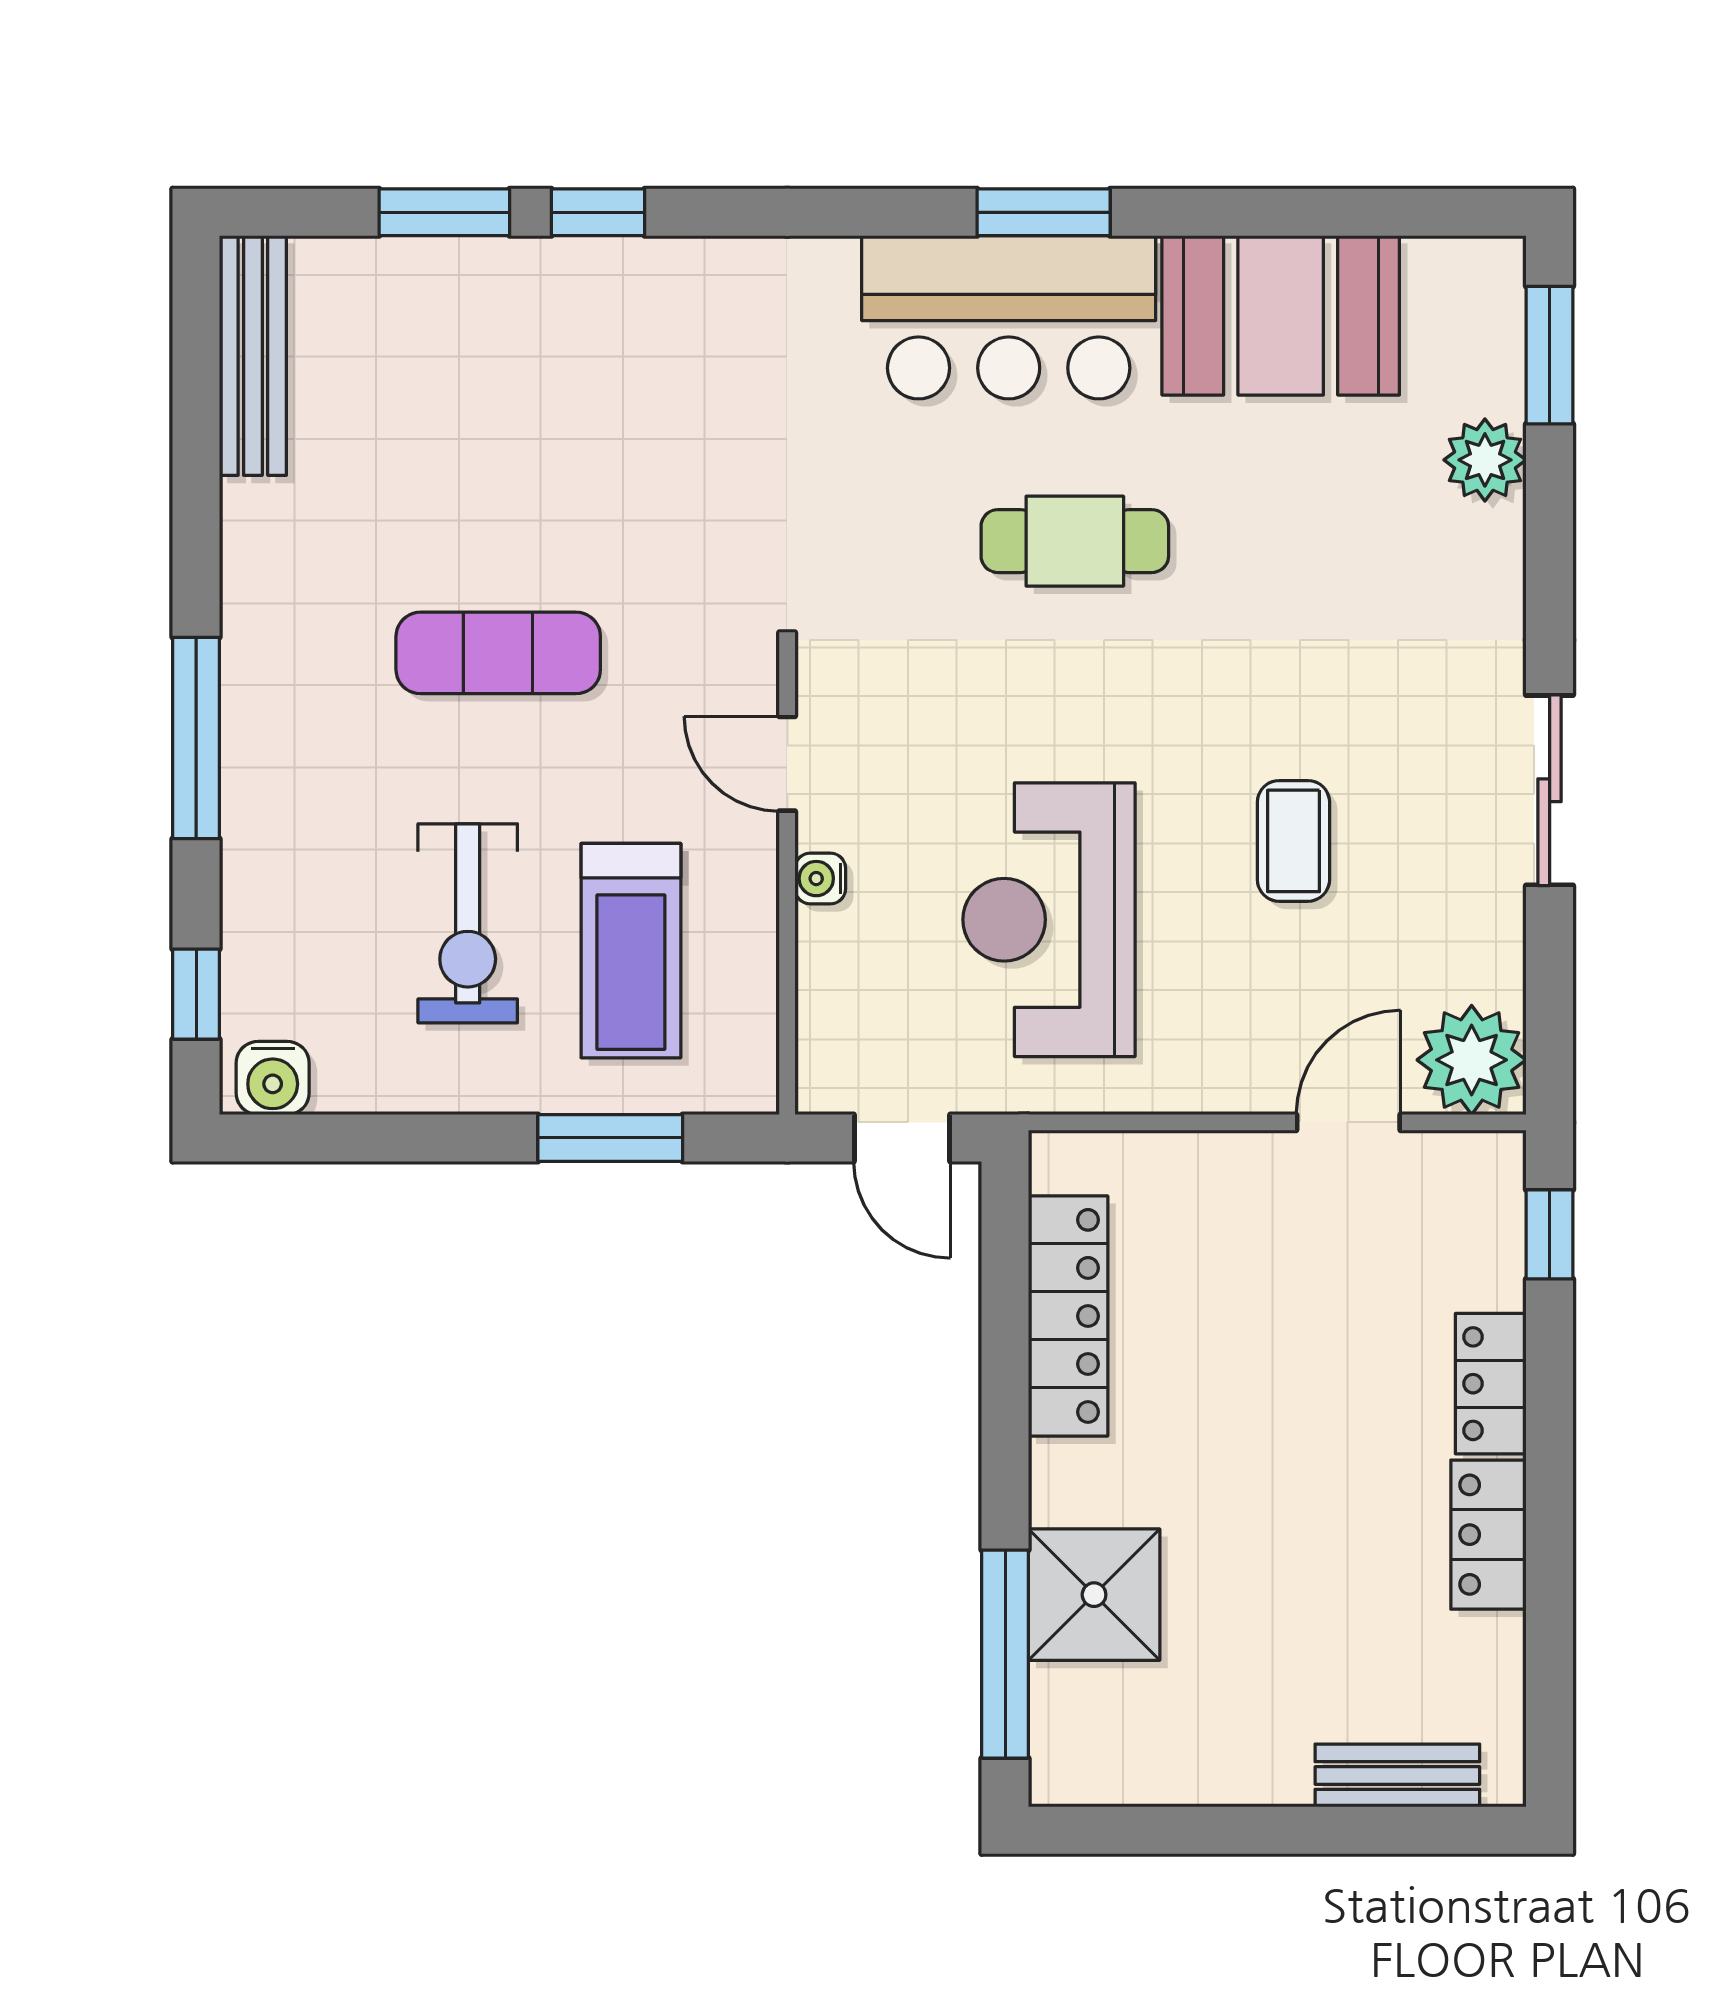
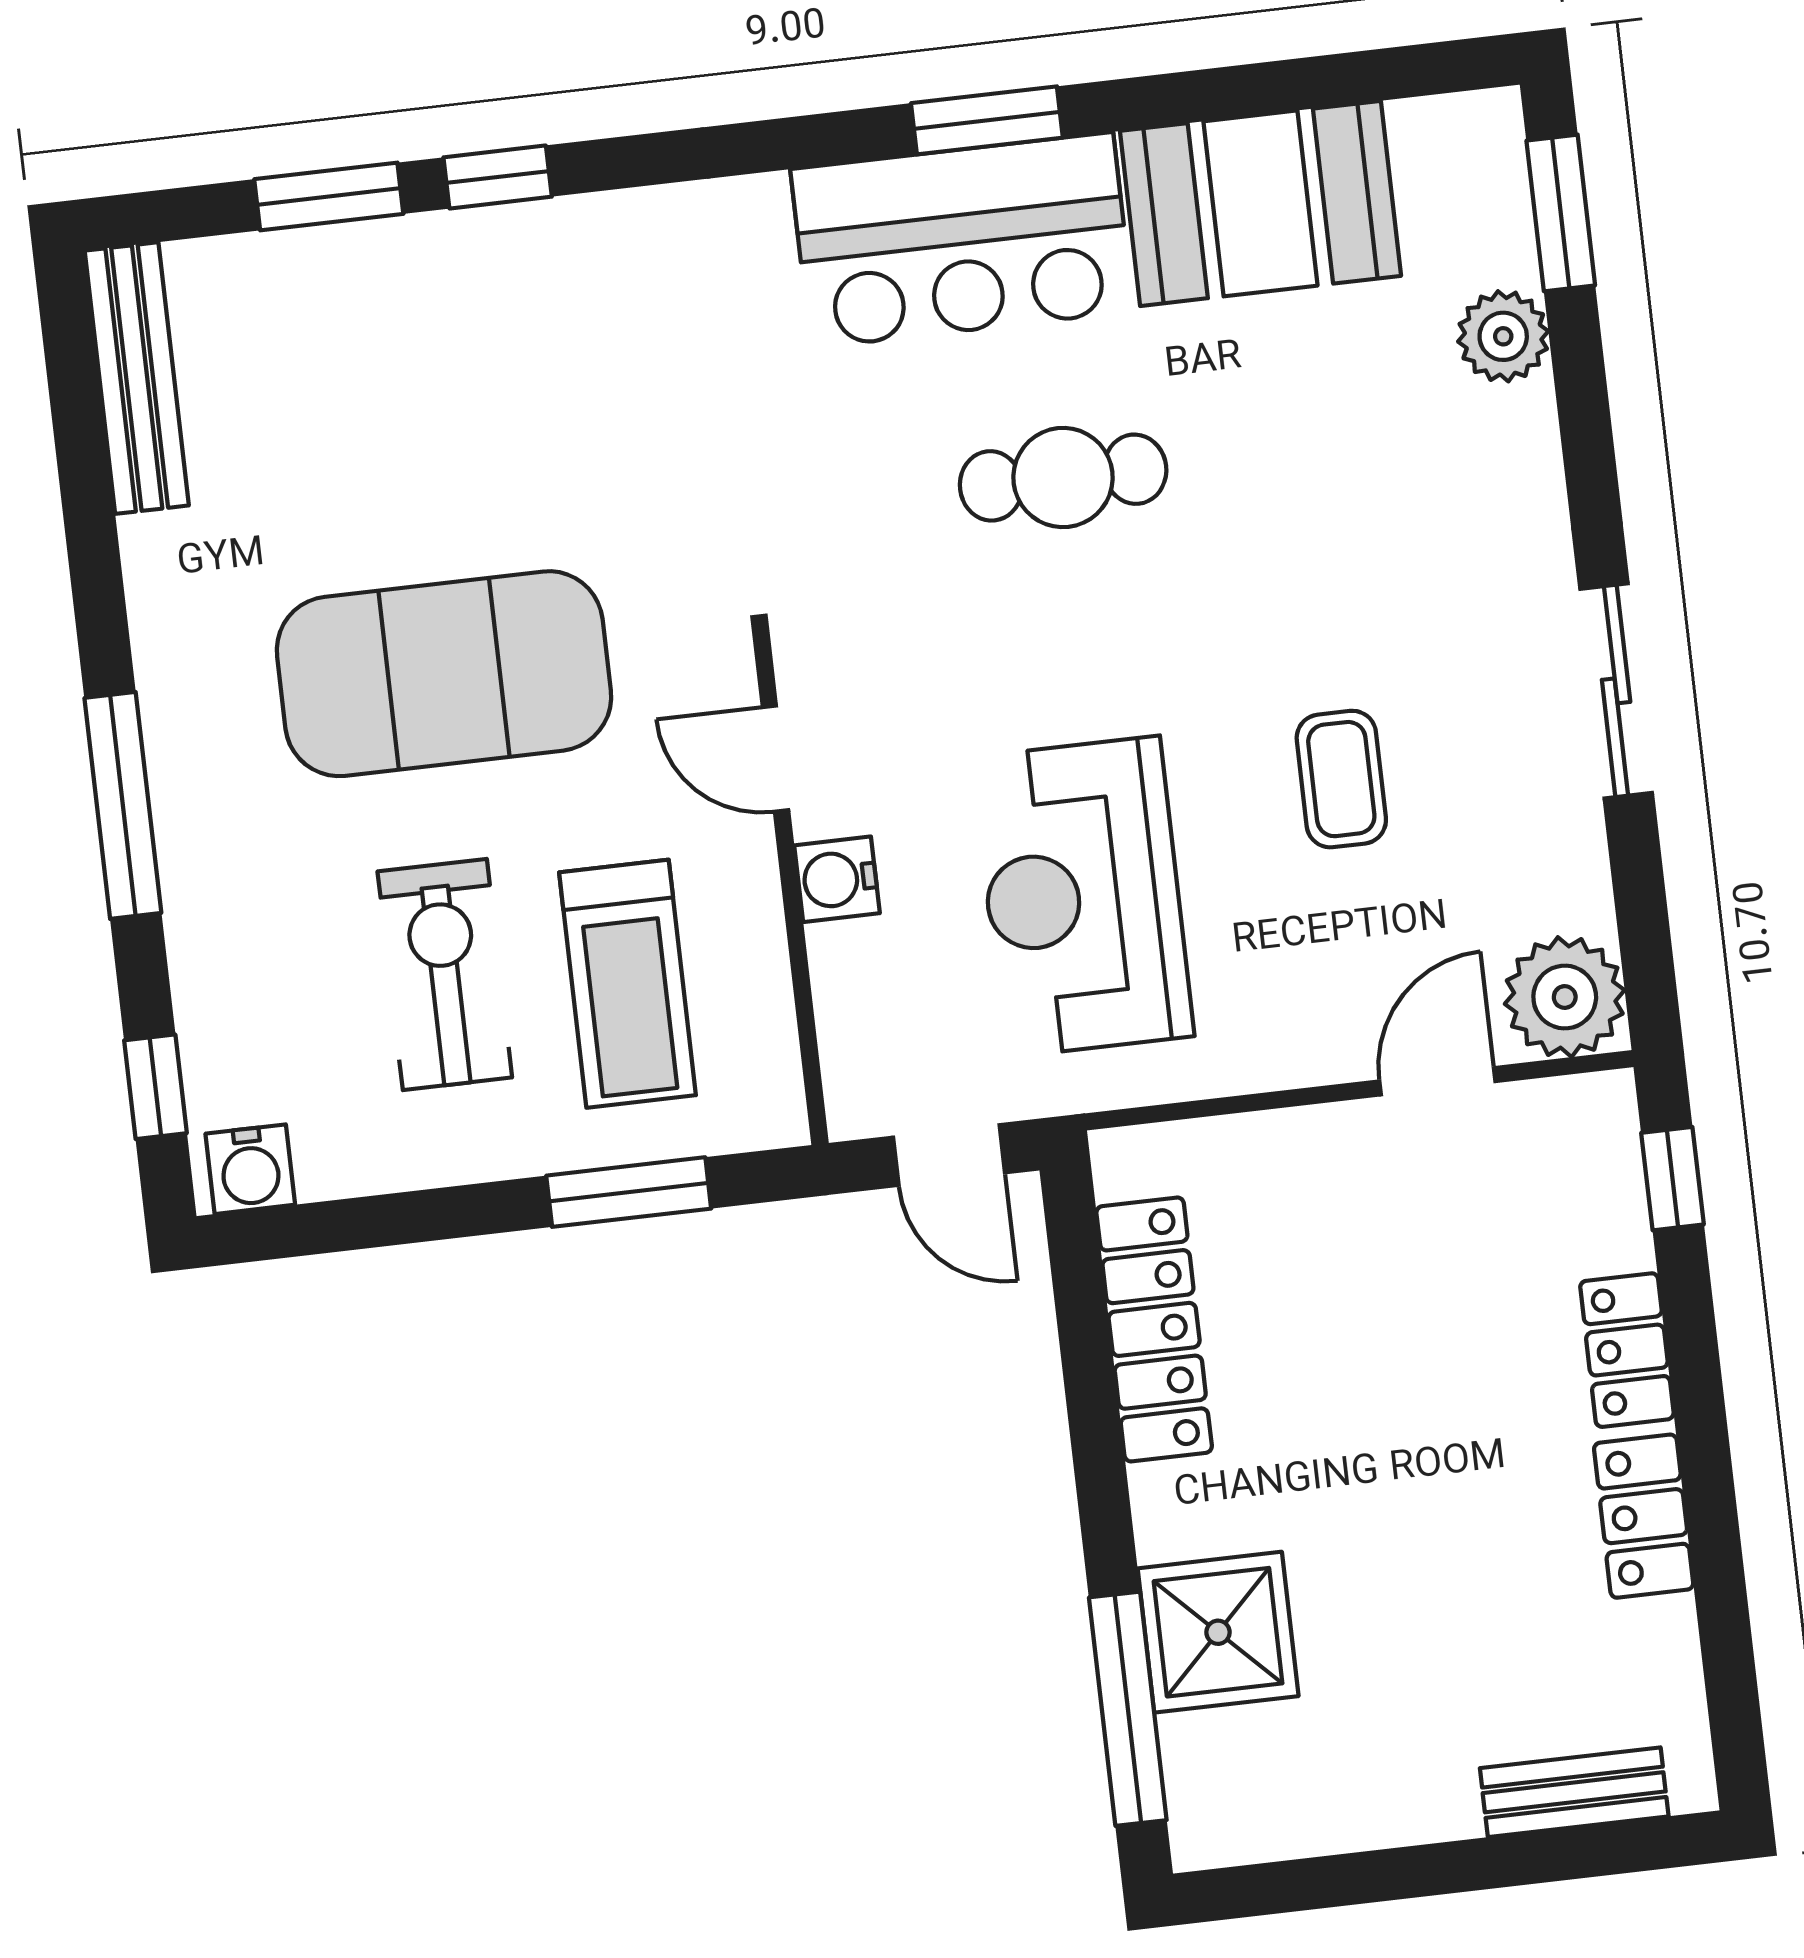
exercise mat: (498, 653) -> (444, 674), width x2.00, depth x1.45
water cooler: (820, 879) -> (837, 879), width x1.38, depth x1.38
exercise bike: (468, 923) -> (445, 974), turned 180

